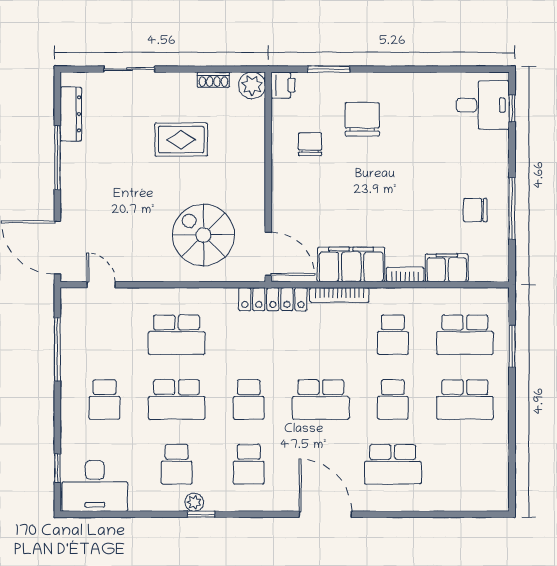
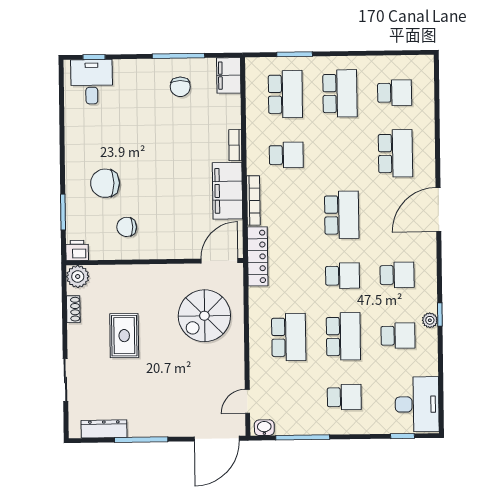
filing cabinet: (447, 268) -> (229, 75), moved
washbasin: (70, 304) -> (264, 428), added
school desk: (393, 399) -> (395, 93), moved

